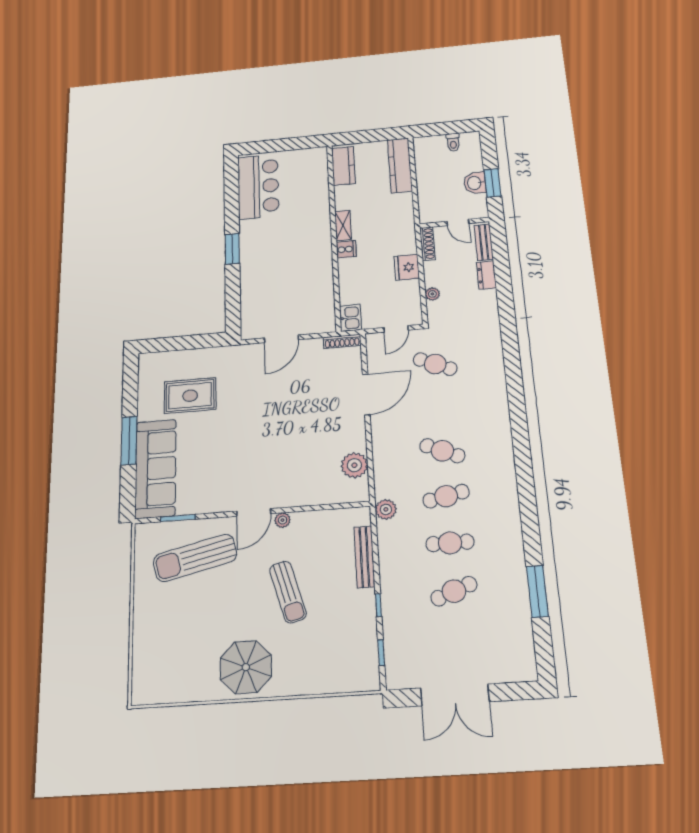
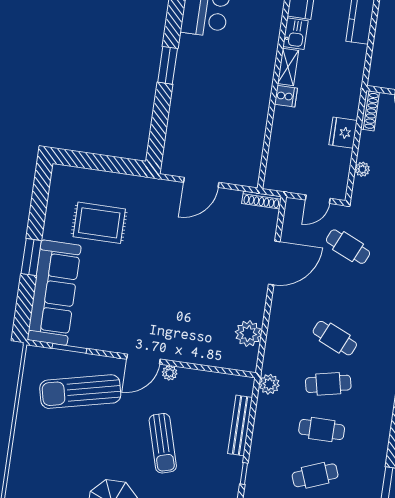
kitchen sink: (350, 318) -> (295, 34), moved
window: (129, 441) -> (31, 257), width x0.69

